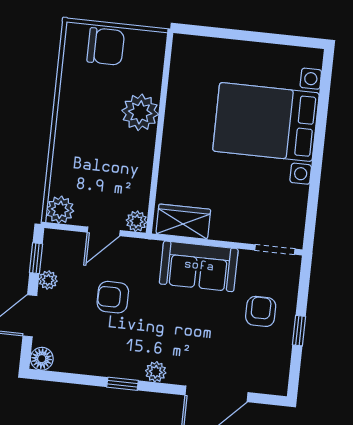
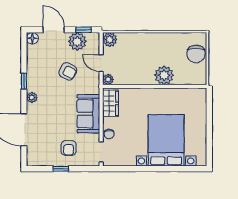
chair: (242, 230) -> (109, 134), added
plant: (48, 280) -> (77, 41), width x1.87, depth x1.87
armchair: (113, 297) -> (68, 71), turned 118
armchair: (261, 311) -> (69, 148), turned 90

